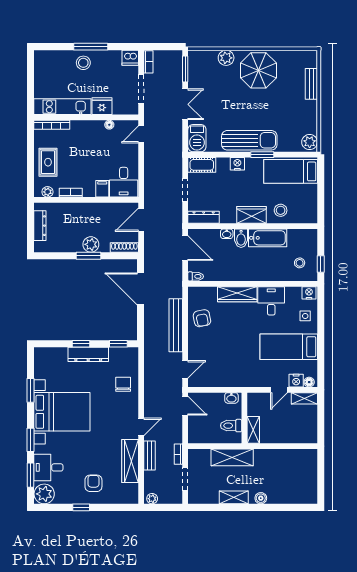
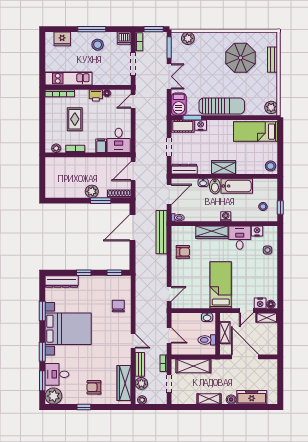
window: (166, 47) -> (154, 29), added
plant: (226, 58) -> (188, 38), moved
stool: (83, 63) -> (98, 45), moved
parasol: (258, 70) -> (241, 58), moved
fridge: (102, 106) -> (62, 39), moved, turned 180
printer: (96, 127) -> (96, 95), added
window: (262, 155) -> (192, 118), moved
rug: (48, 162) -> (75, 119), moved
nightstand: (237, 164) -> (201, 125), moved
stool: (281, 210) -> (271, 166), moved
dresser: (40, 226) -> (50, 176), removed
door: (185, 248) -> (169, 194), hinge flipped
window: (89, 256) -> (101, 201), moved
washing machine: (254, 275) -> (226, 217), added
door: (141, 289) -> (132, 228), hinge flipped
nightstand: (309, 293) -> (257, 231), moved
armchair: (202, 318) -> (183, 252), turned -79
bench: (176, 325) -> (161, 232), moved
bed: (289, 347) -> (221, 285), moved, turned 90
dresser: (88, 354) -> (62, 282), moved
door: (185, 406) -> (169, 335), moved
door: (141, 427) -> (133, 341), hinge flipped
shelving: (253, 430) -> (225, 333), moved
door: (278, 446) -> (245, 357), added
shelving: (232, 457) -> (193, 366), moved
wardrobe: (130, 461) -> (124, 383), moved
plant: (151, 479) -> (141, 383), added
armchair: (93, 483) -> (94, 387), turned -90
freezer: (286, 495) -> (252, 397), added

